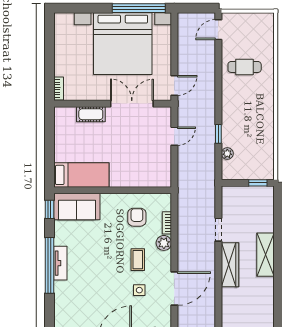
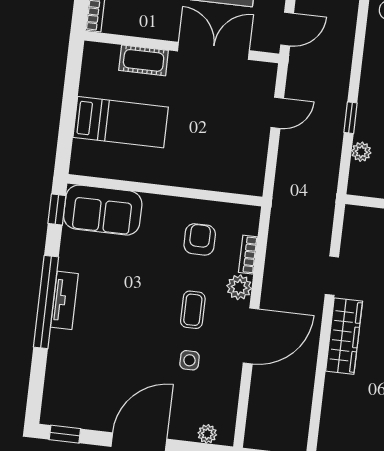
bed: (81, 175) -> (121, 122), moved
door: (174, 289) -> (251, 336), moved

